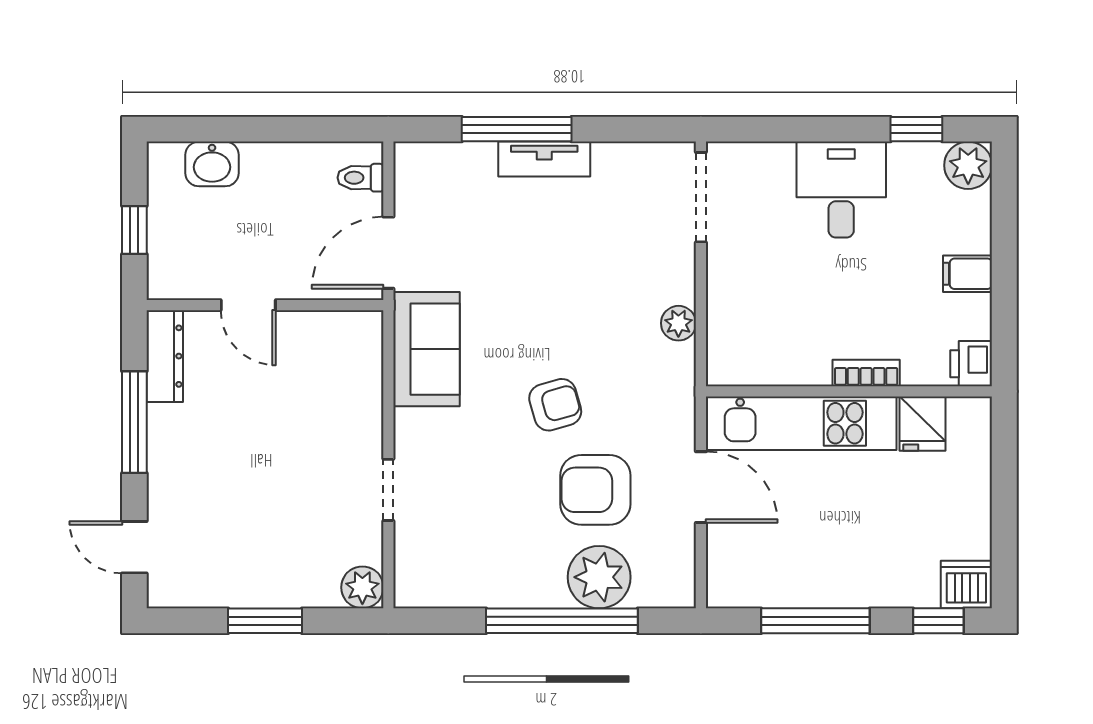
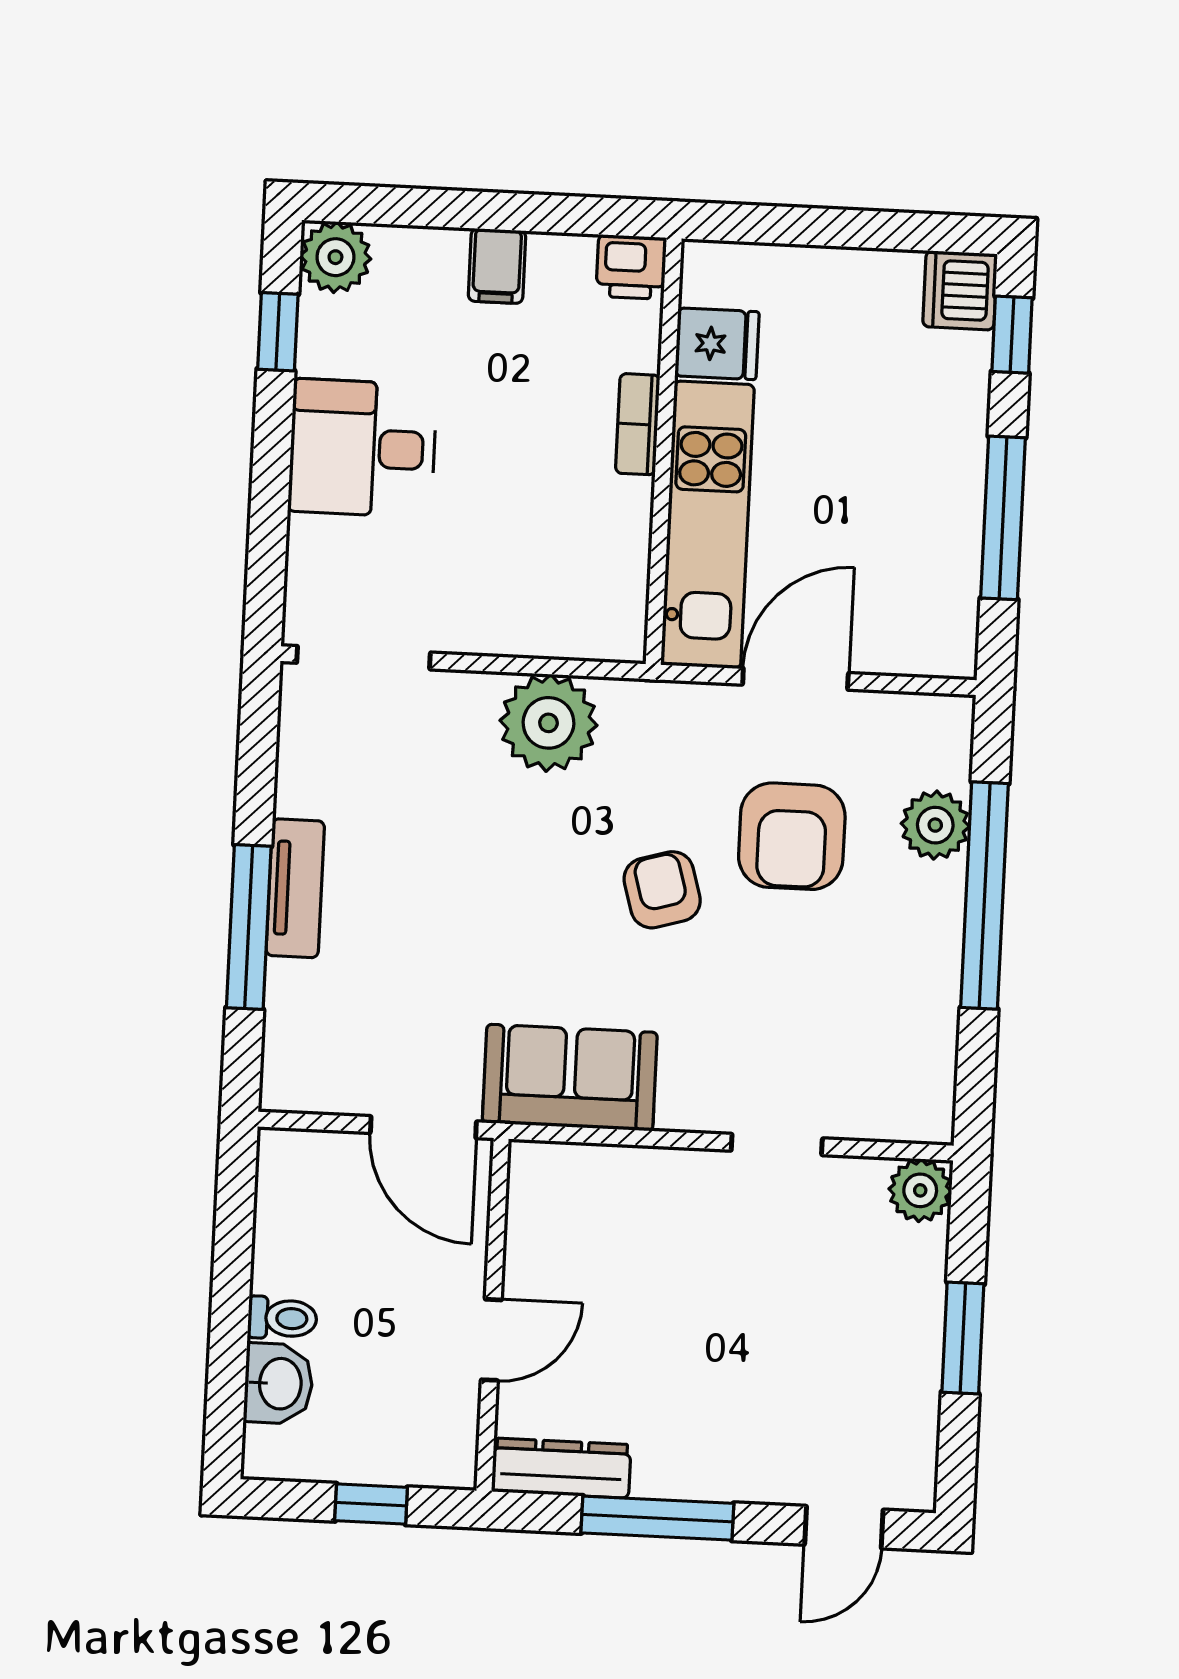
toilet: (361, 178) -> (282, 1318), moved, turned -90
plant: (678, 323) -> (548, 723), width x1.87, depth x1.87
plant: (599, 577) -> (935, 825), width x0.73, depth x0.73

